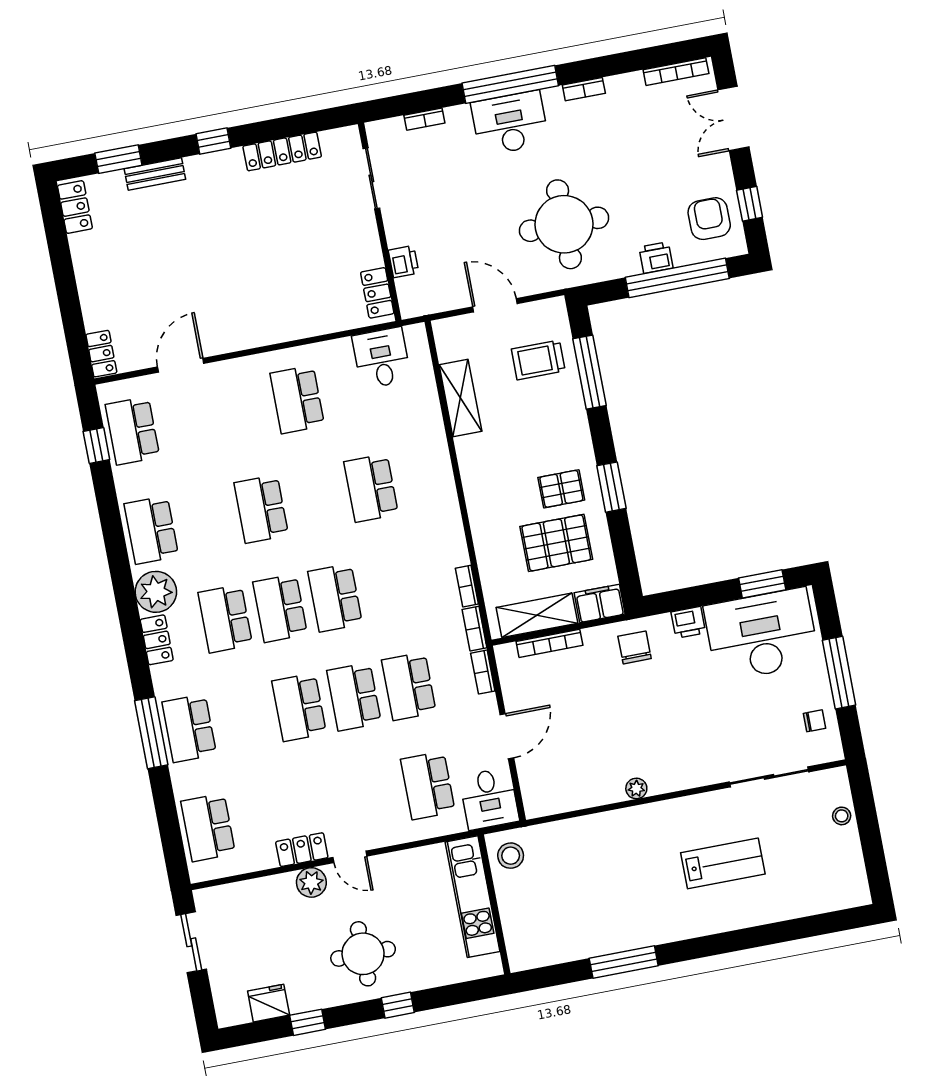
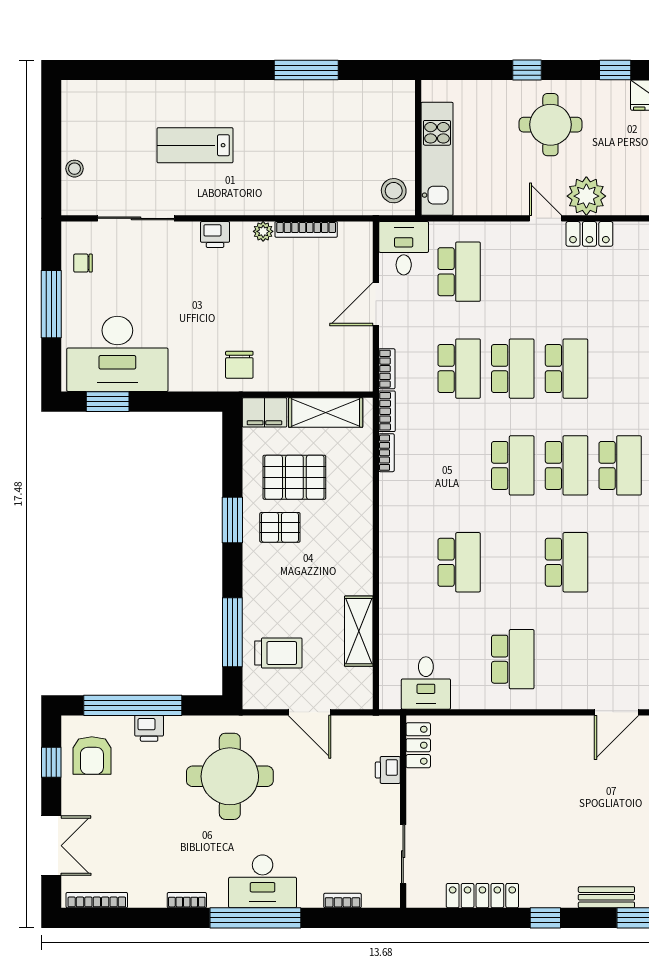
printer: (688, 622) -> (215, 235), moved, turned 180
bookcase: (549, 643) -> (306, 229), moved, turned 180
plant: (311, 882) -> (586, 196), width x1.36, depth x1.36

